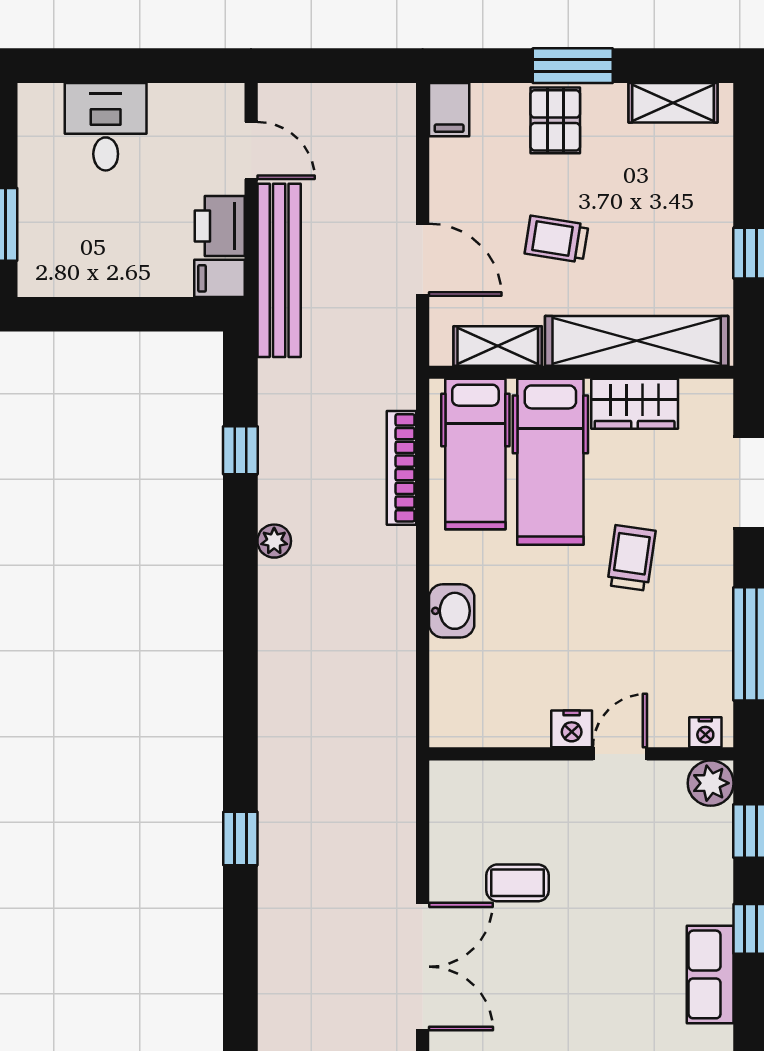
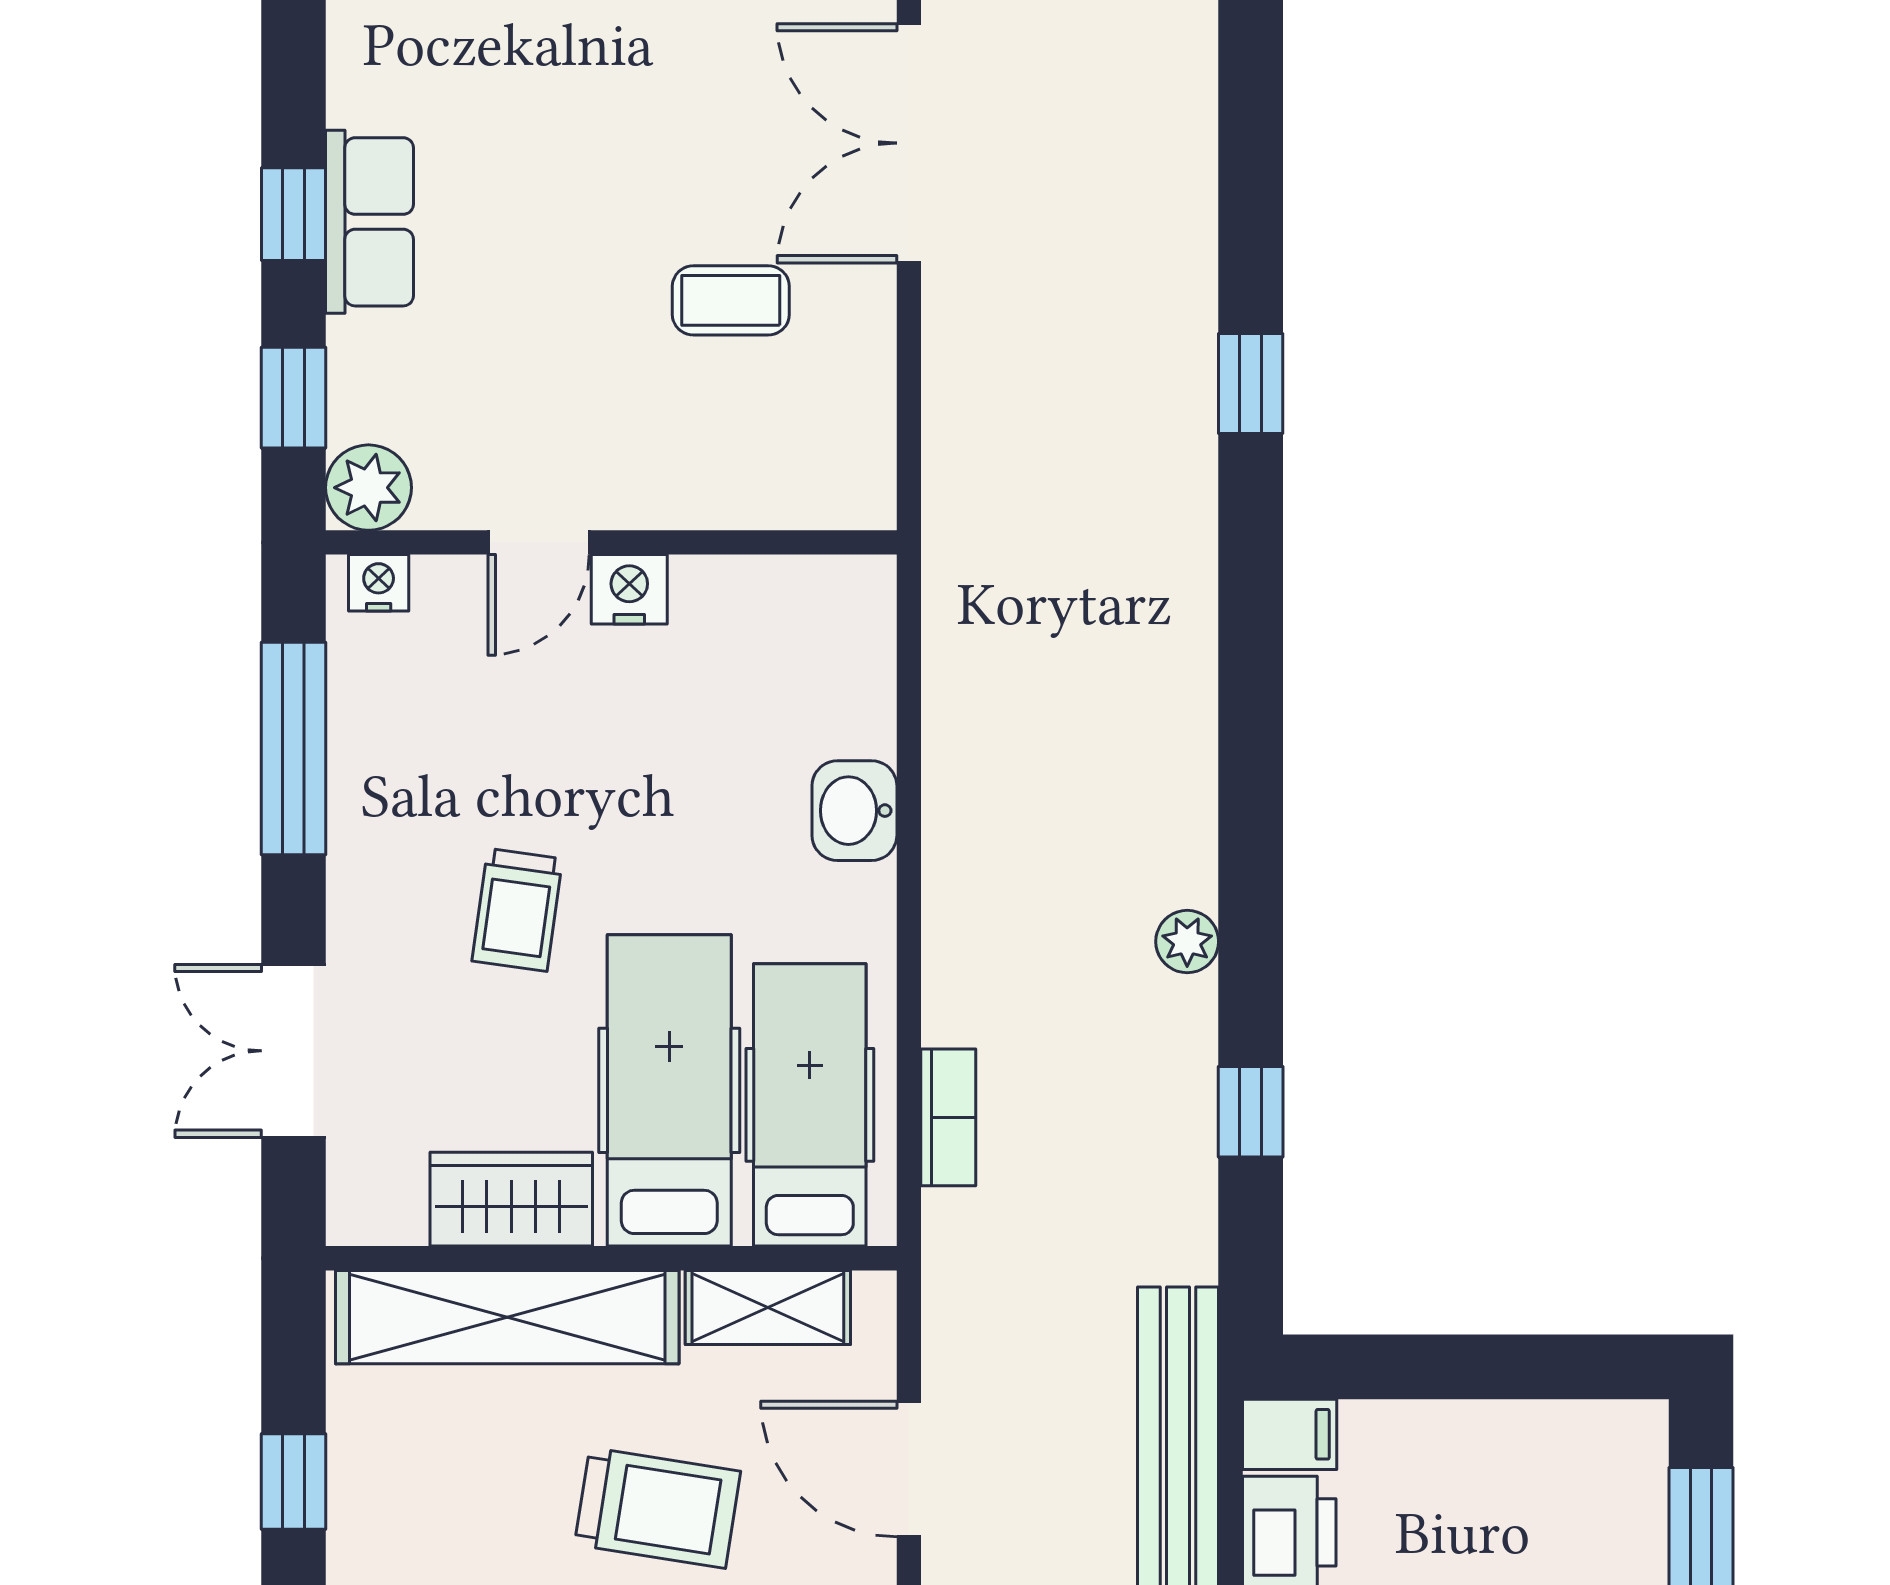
trolley: (557, 239) -> (658, 1508), width x1.36, depth x1.39
bookcase: (402, 468) -> (948, 1117), width x0.64
row of seats: (710, 974) -> (369, 222), moved

